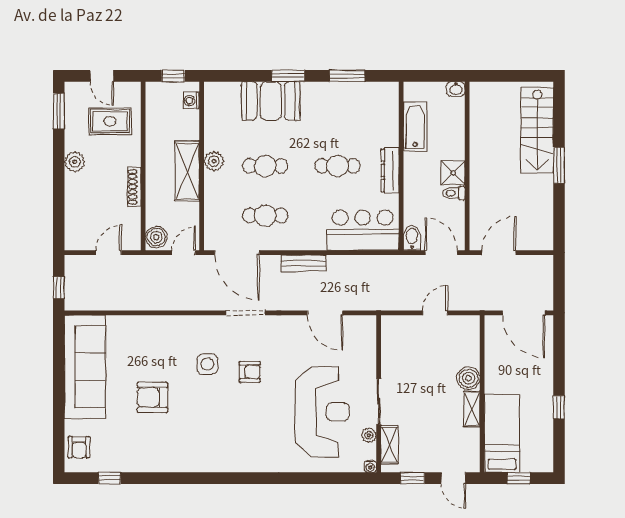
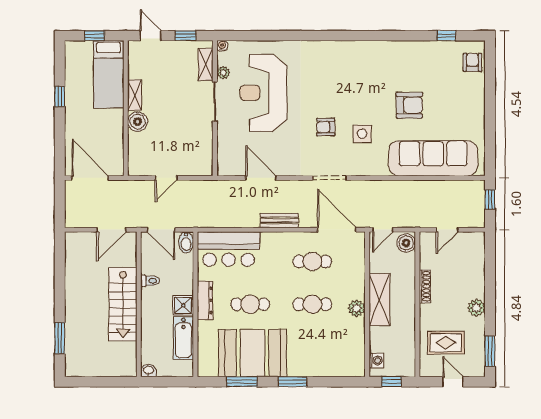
booth: (271, 101) -> (253, 353), moved, width x1.36, depth x1.42
stairs: (537, 130) -> (123, 304), moved, turned 180
window: (559, 165) -> (60, 338), moved
shower: (453, 173) -> (183, 305), moved
sofa: (85, 367) -> (433, 158), moved, turned 90

